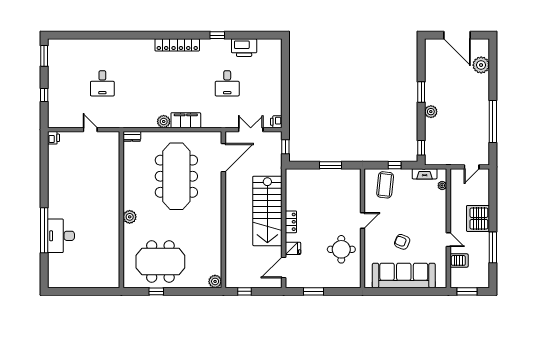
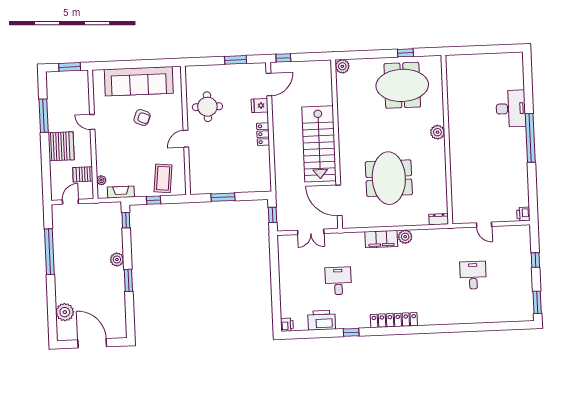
printer: (276, 122) -> (287, 325), moved
door: (223, 158) -> (339, 200), hinge flipped
meeting table: (176, 176) -> (389, 178), width x0.73
stairs: (267, 211) -> (319, 144), moved, turned 180
window: (44, 230) -> (530, 138), moved
server rack: (459, 260) -> (83, 174), moved
window: (244, 291) -> (283, 58), moved

